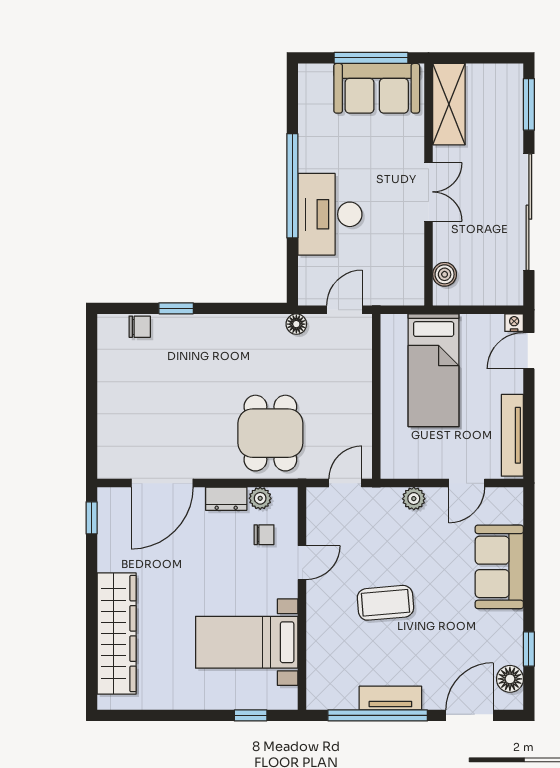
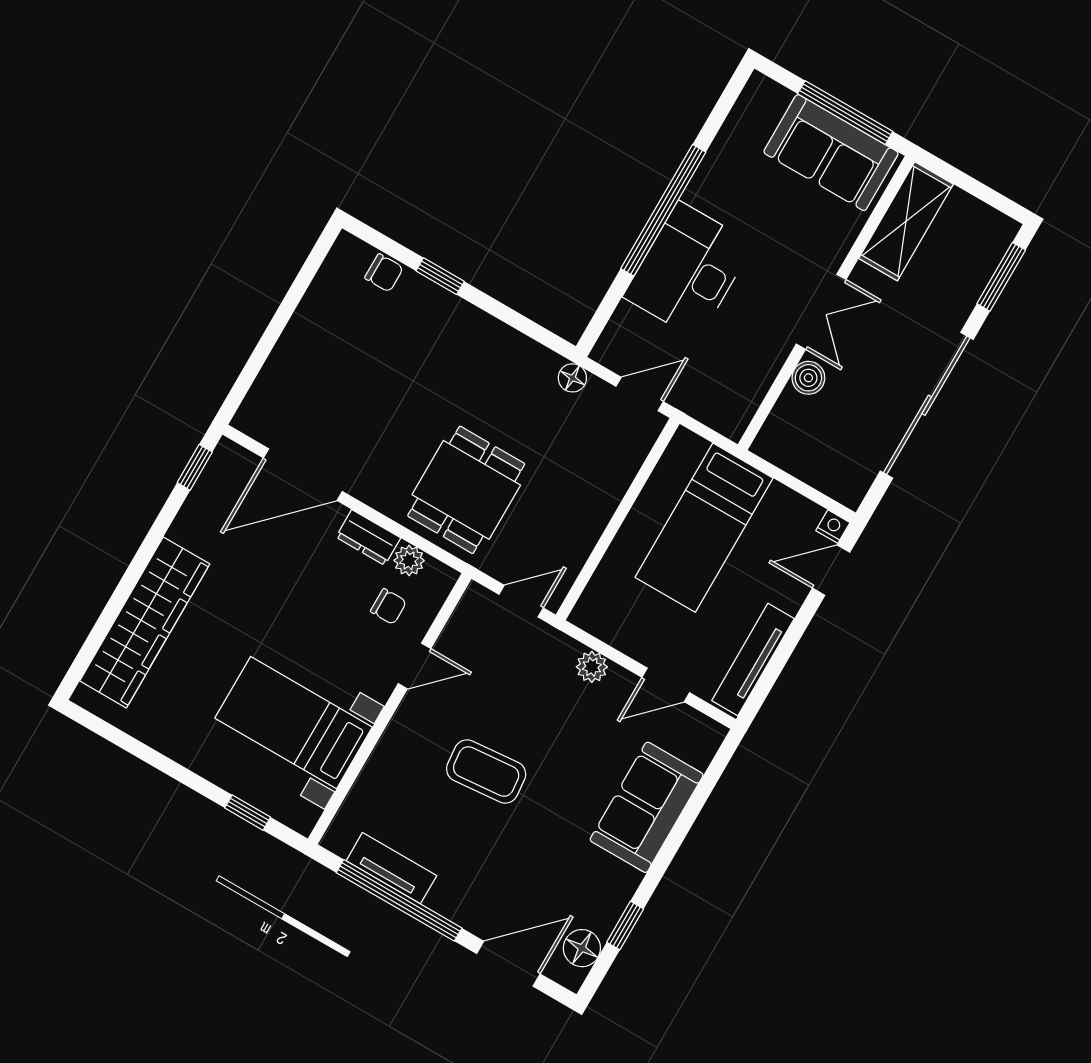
boiler: (445, 274) -> (808, 378), moved
tv unit: (390, 698) -> (391, 868), moved

